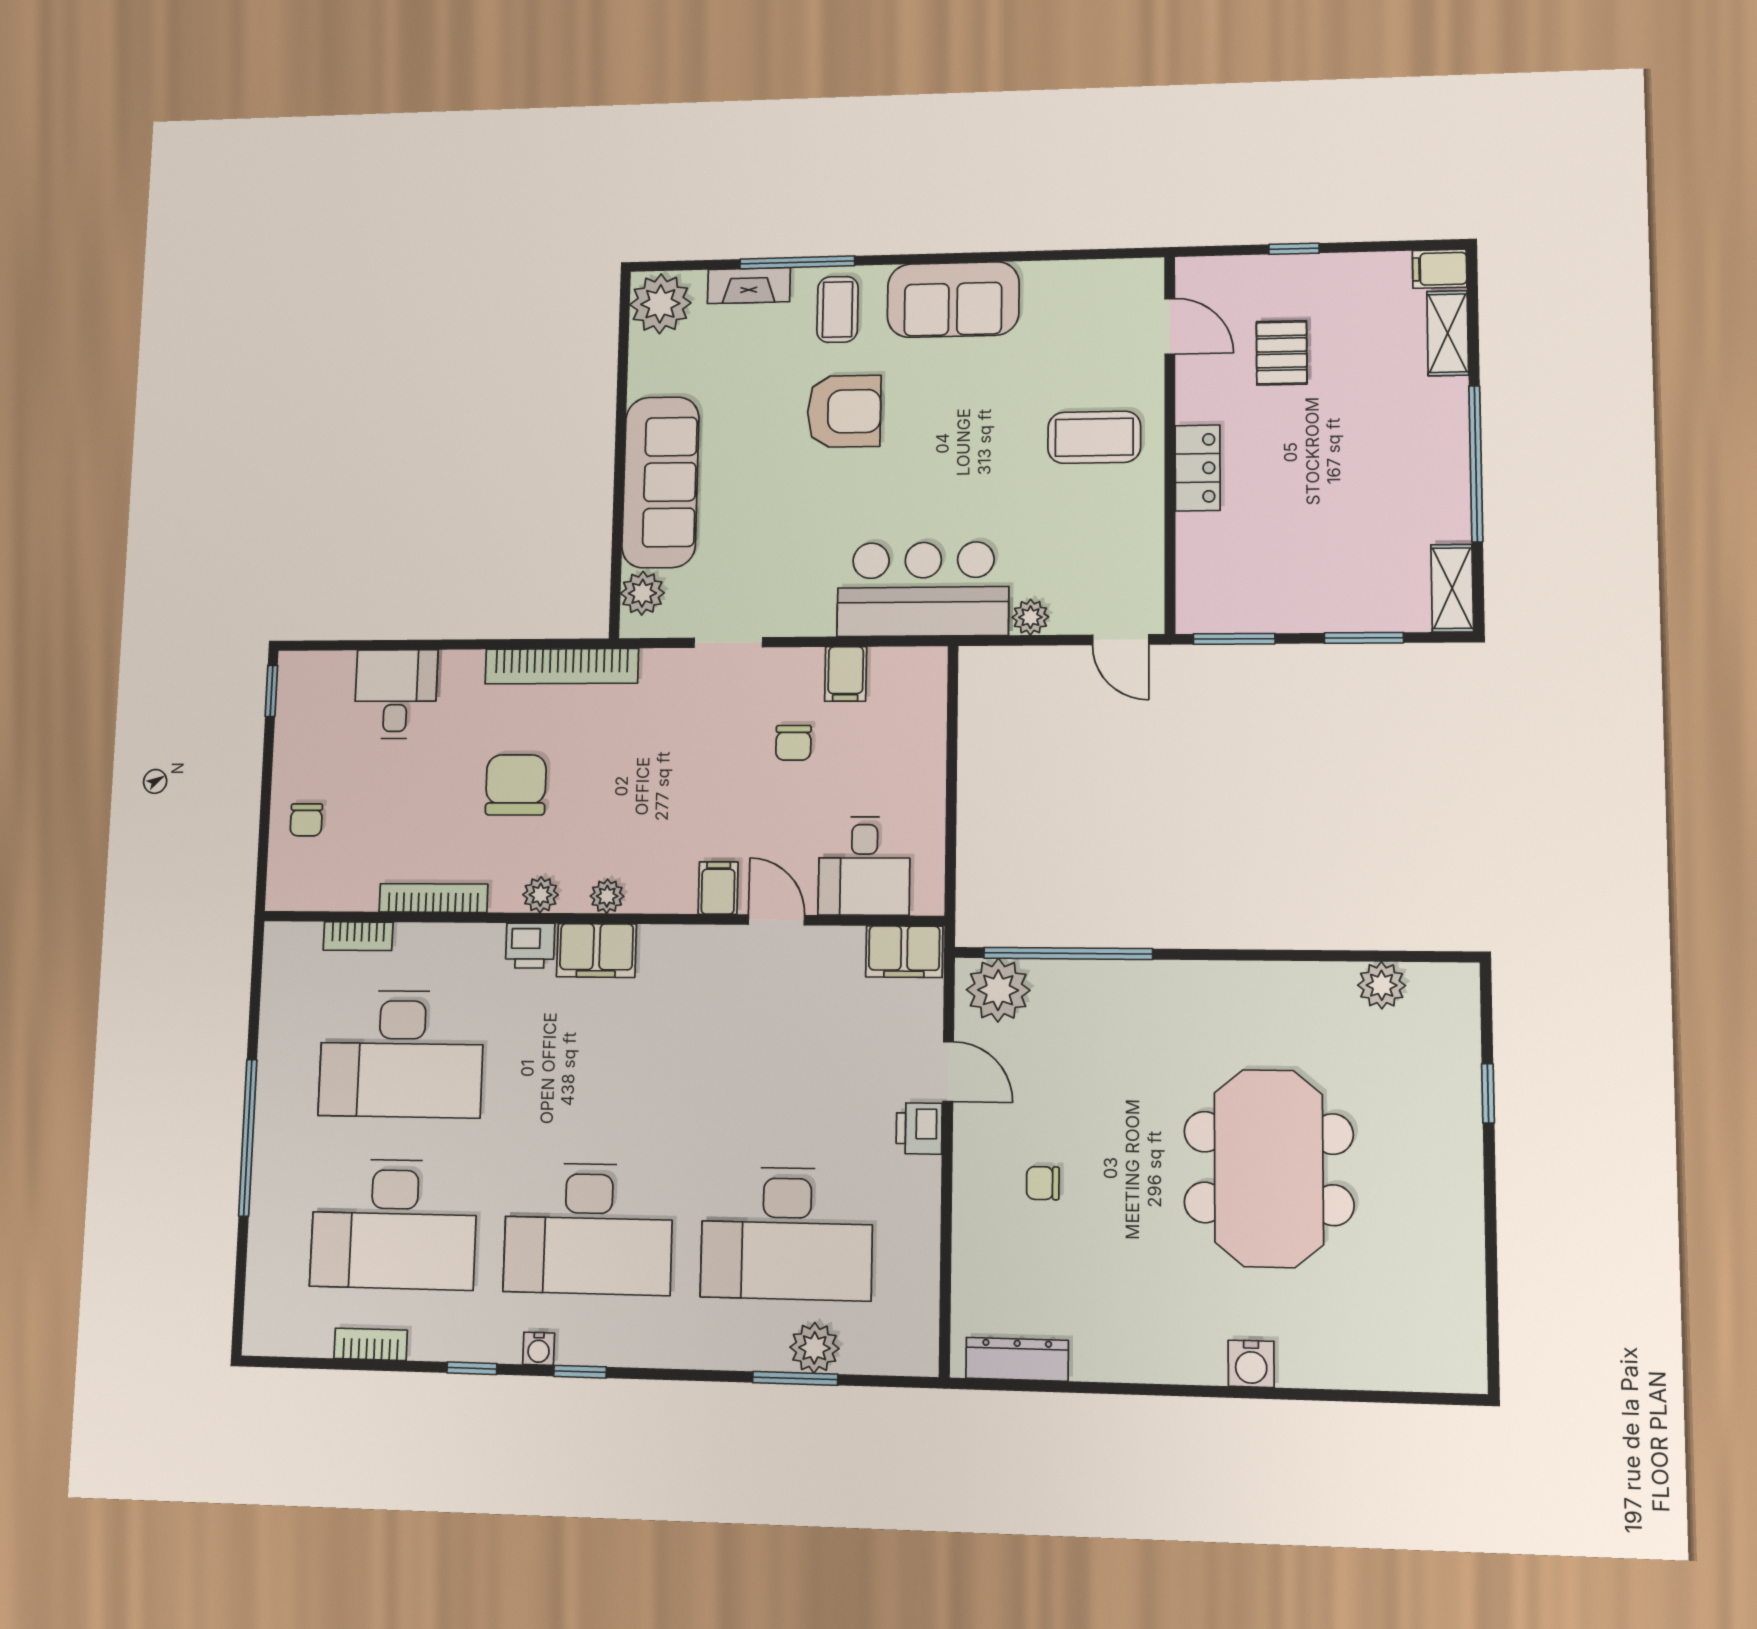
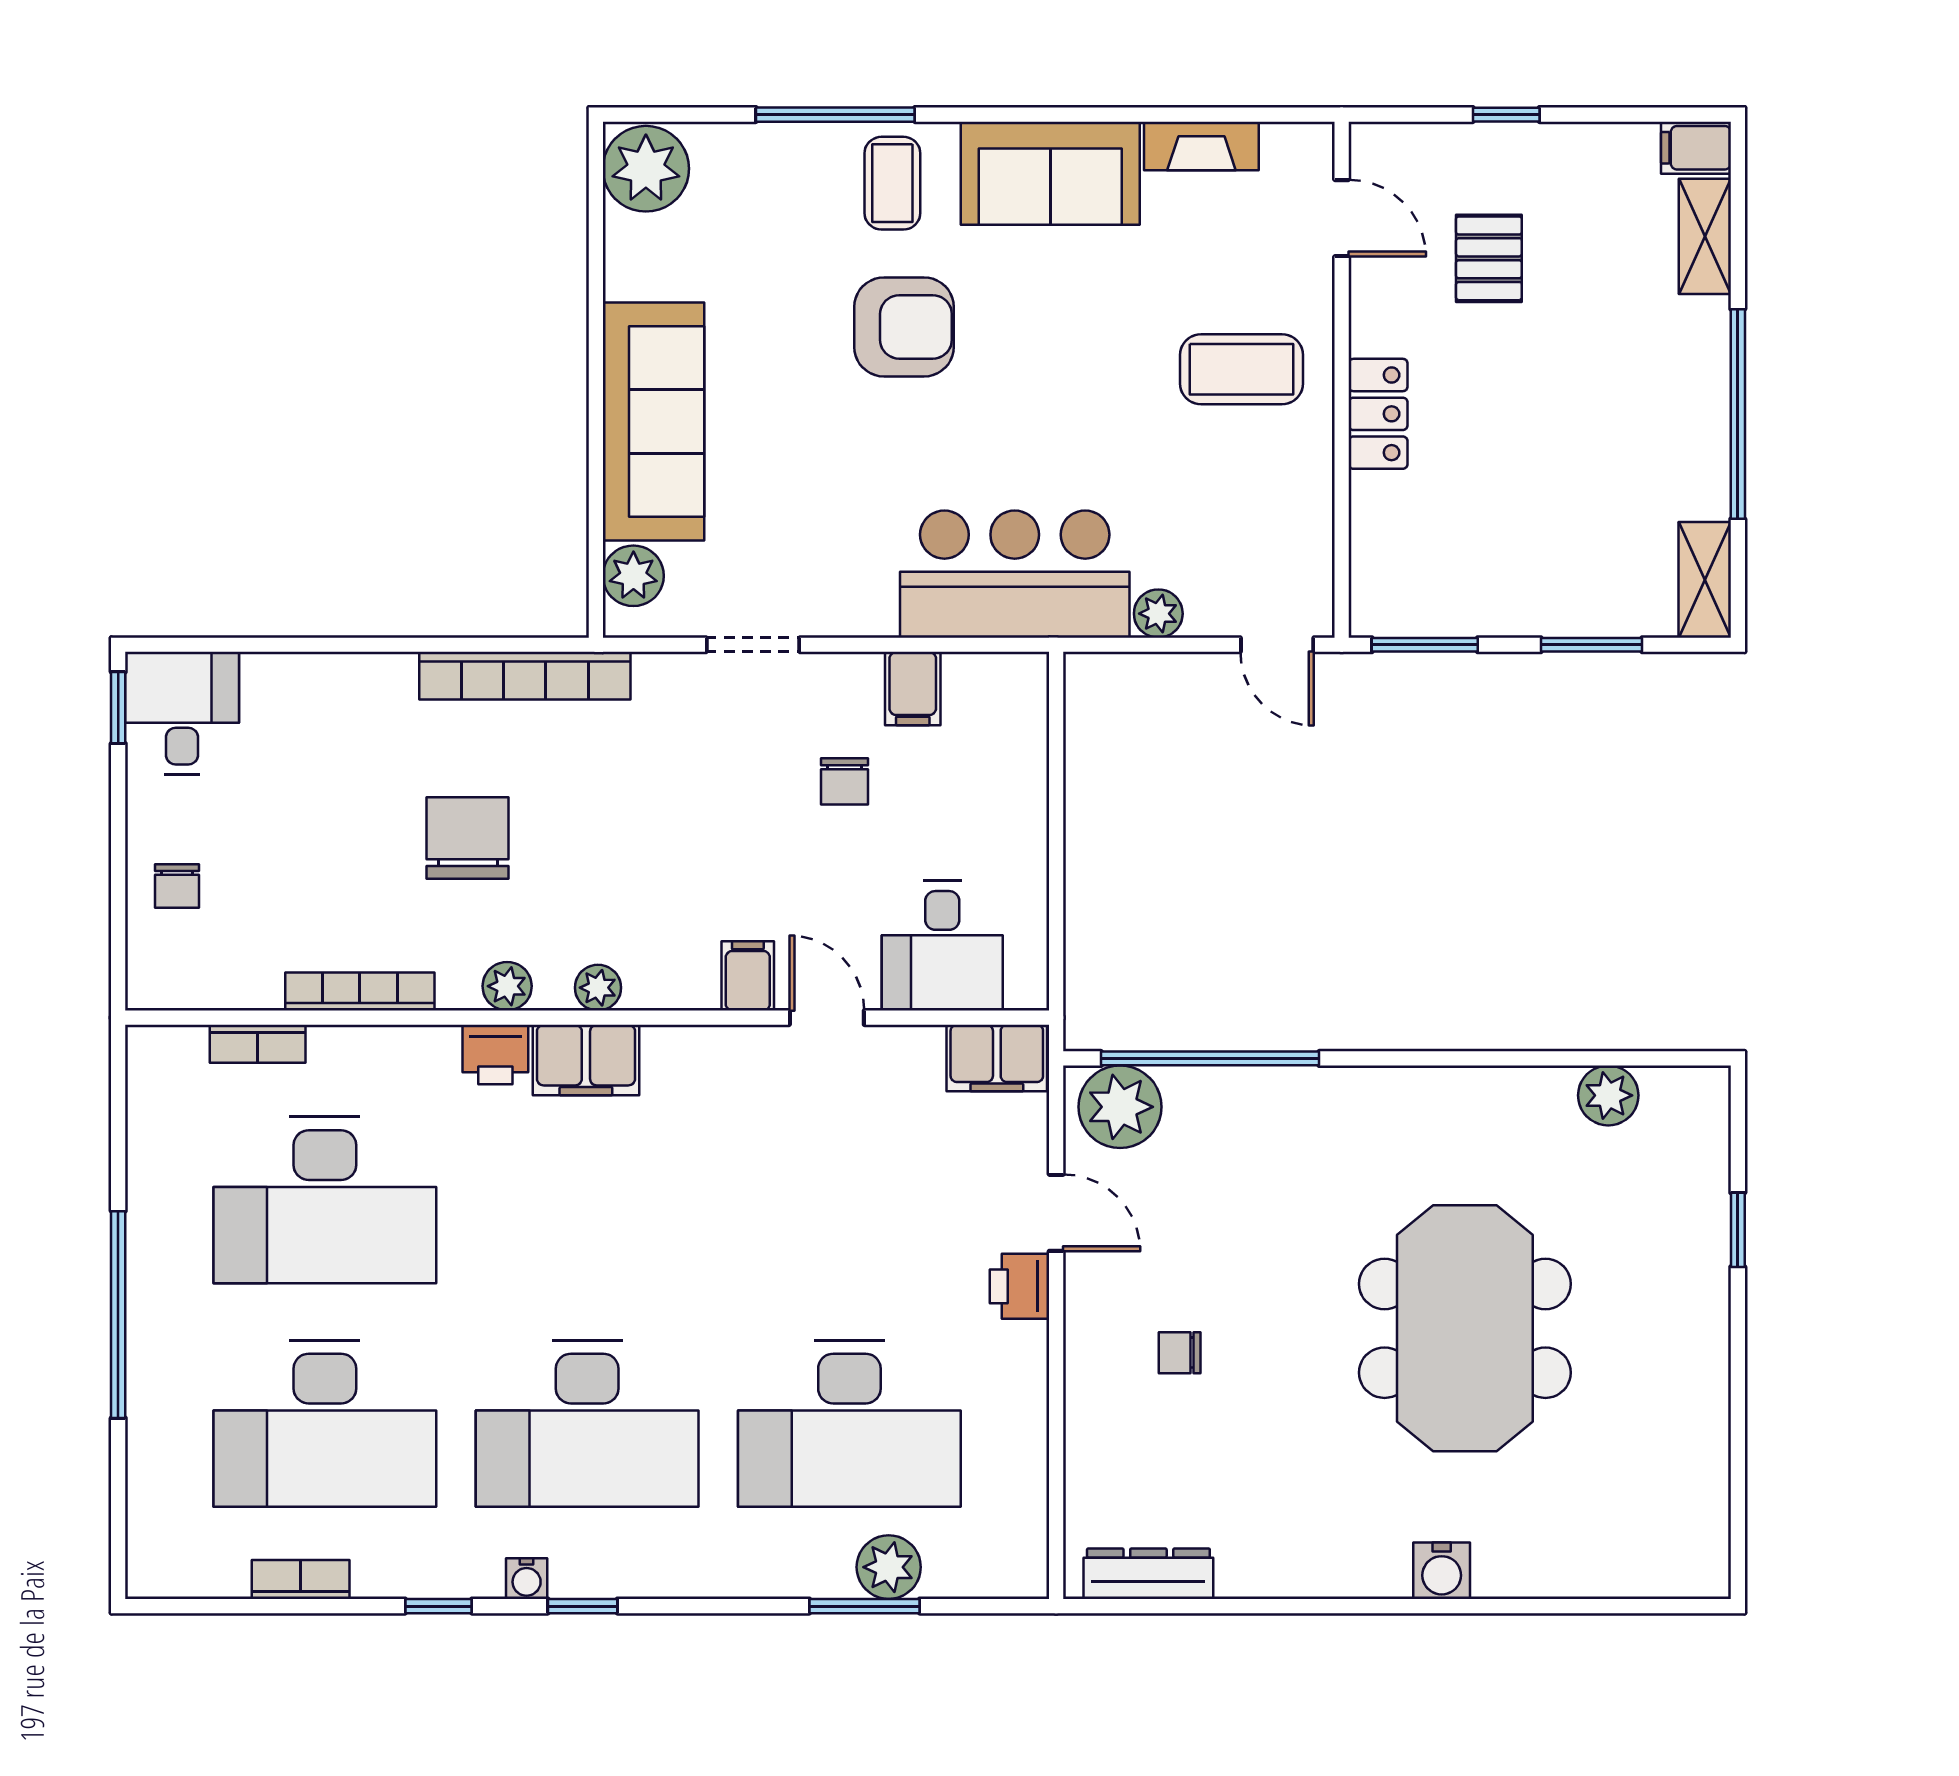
fireplace: (749, 286) -> (1201, 146), moved
desk: (396, 694) -> (182, 713), moved

